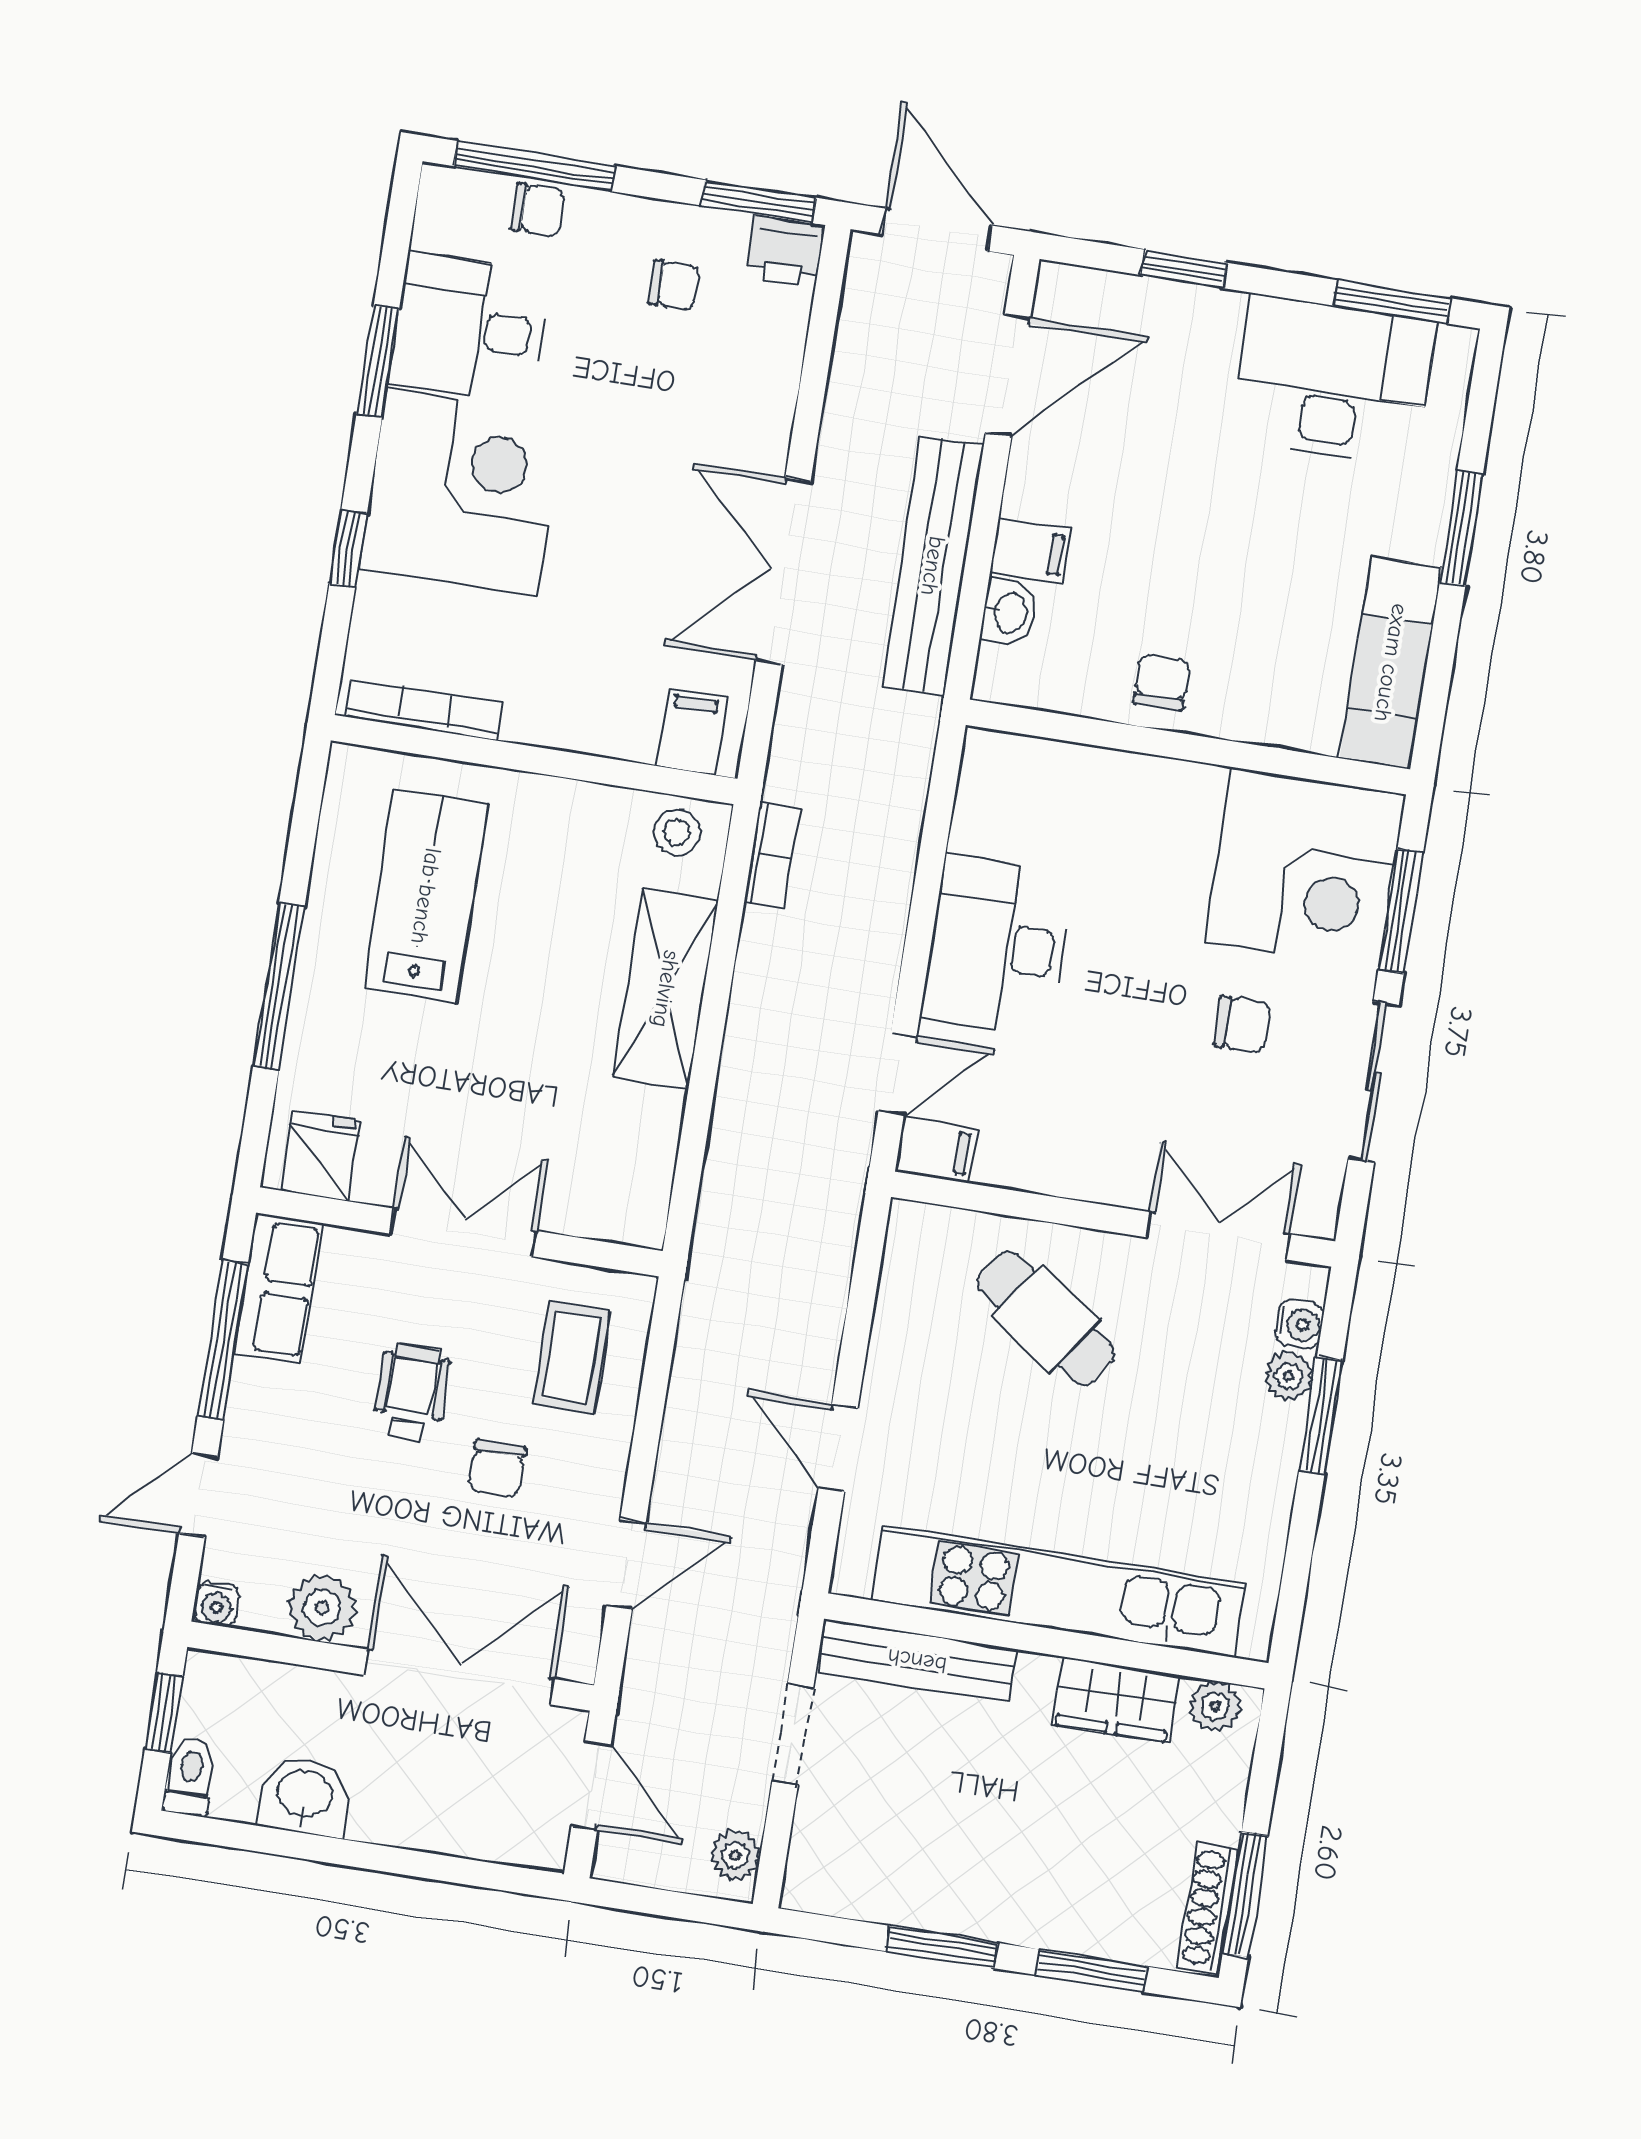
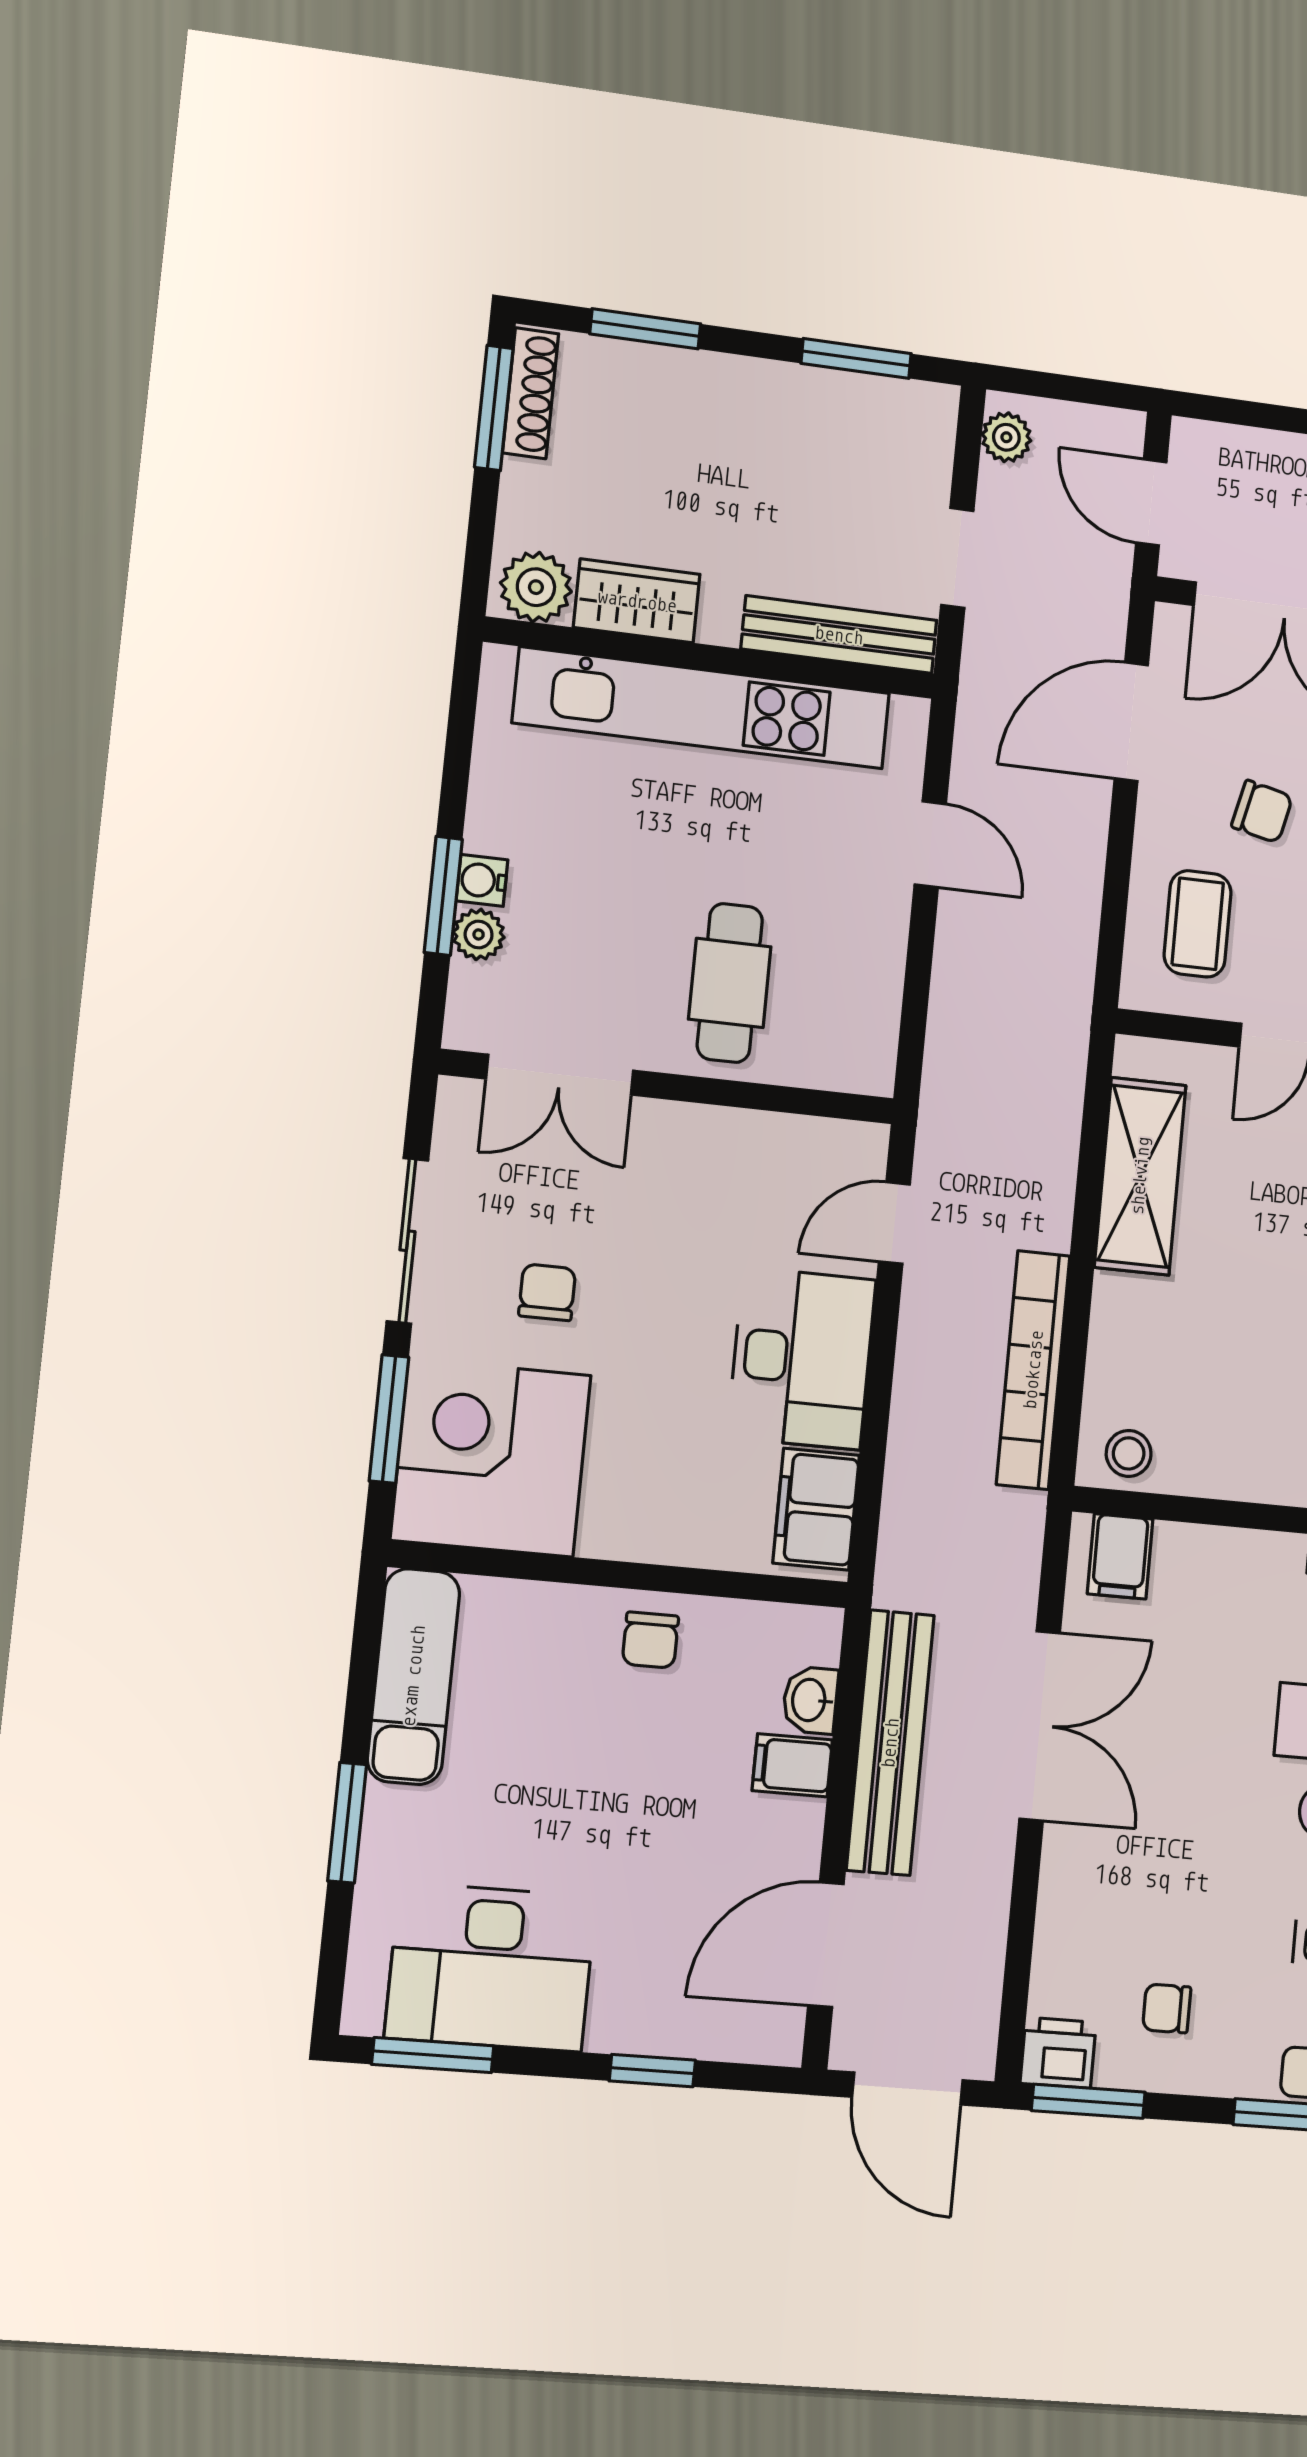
bookcase: (772, 855) -> (1033, 1370), width x2.31, depth x1.31
shelving: (666, 989) -> (1140, 1176), moved
chair: (1242, 1025) -> (547, 1292), turned 90
filing cabinet: (936, 1150) -> (816, 1509), moved, width x2.00
cafe table: (1046, 1318) -> (730, 983), turned 55
water cooler: (1299, 1324) -> (482, 880), moved
chair: (497, 1469) -> (1262, 812), turned 103
door: (626, 1564) -> (1131, 722), width x1.38
plant: (1215, 1706) -> (536, 587), width x1.38, depth x1.38
window: (942, 1947) -> (856, 358), moved

